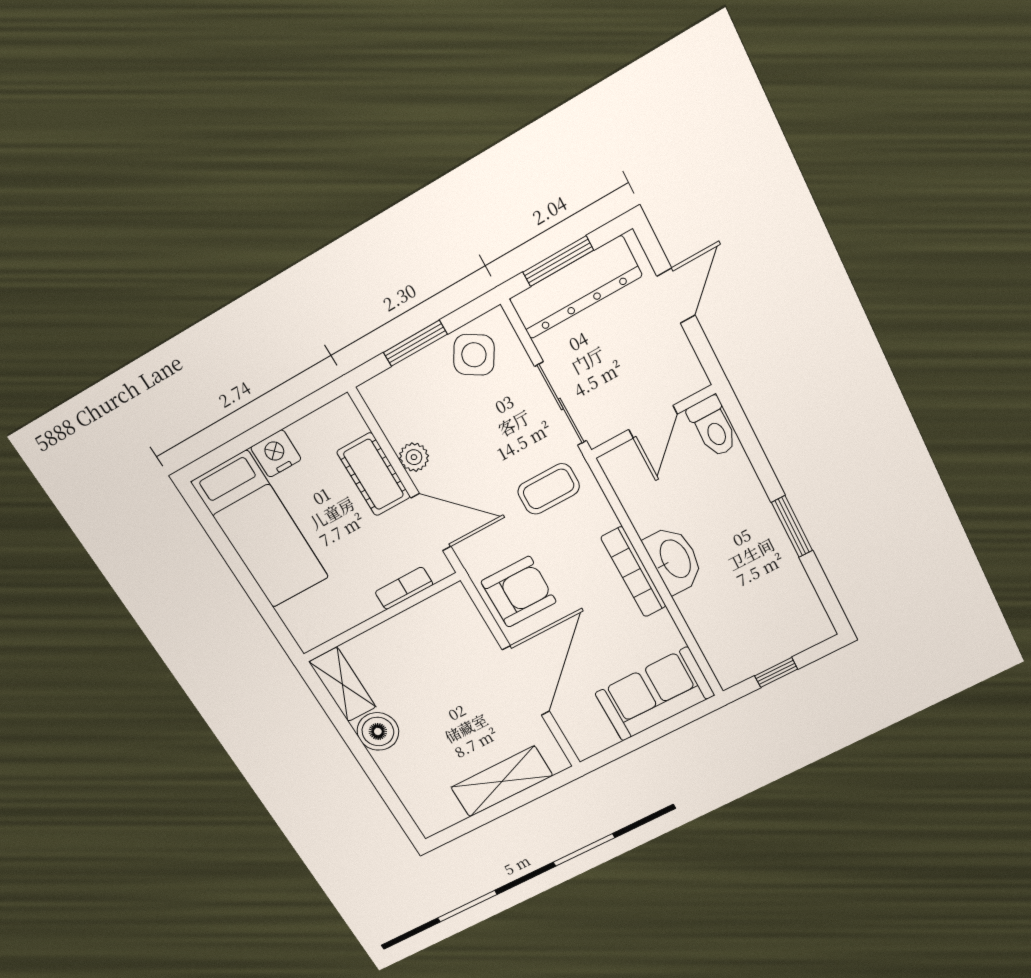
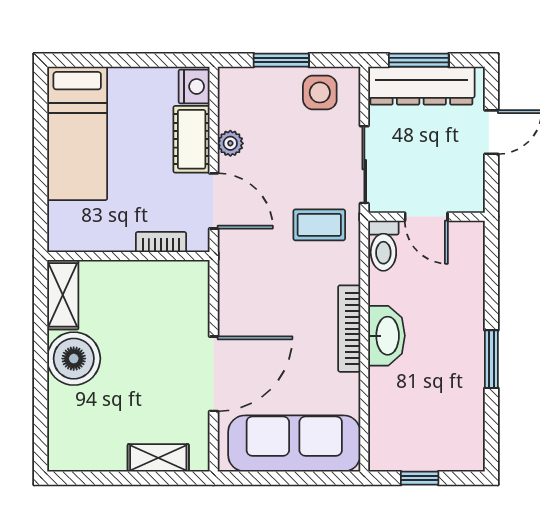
side table: (474, 355) -> (320, 92), turned -31
door: (653, 422) -> (426, 217), hinge flipped
toilet: (713, 427) -> (383, 246), moved
nightstand: (276, 454) -> (194, 86), moved, turned 90
armchair: (519, 592) -> (250, 295), removed
sofa: (655, 694) -> (294, 443), width x1.36
boiler: (378, 731) -> (74, 359), width x1.37, depth x1.37
shelving: (502, 782) -> (158, 458), width x0.67, depth x0.75

